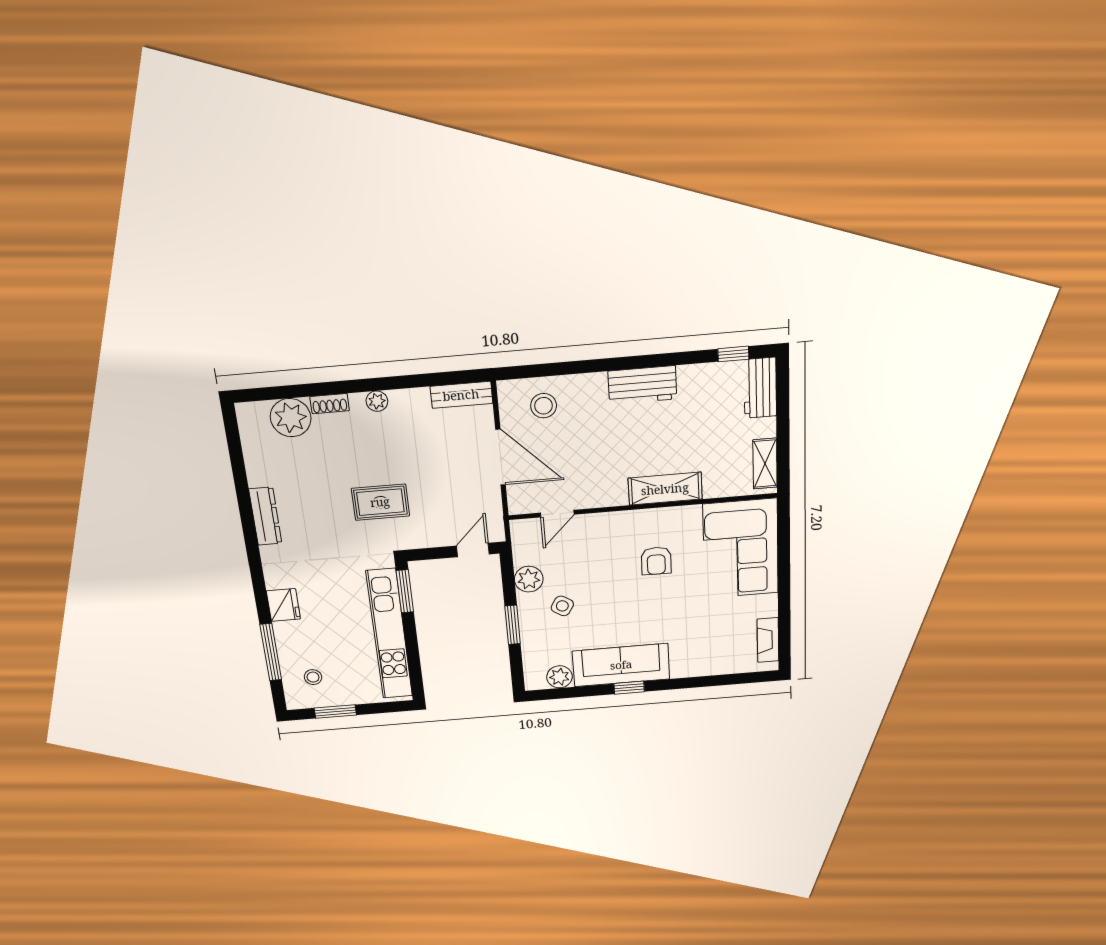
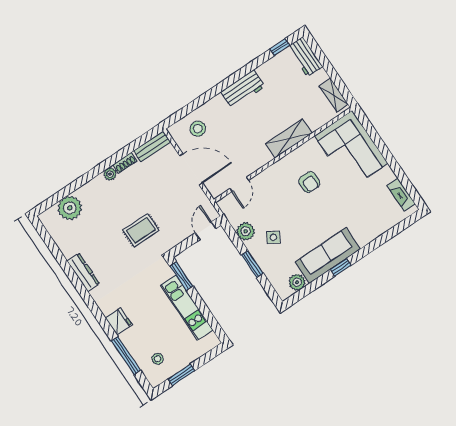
shoe rack: (330, 404) -> (125, 163), moved
kitchen unit: (389, 634) -> (187, 308), width x0.73

